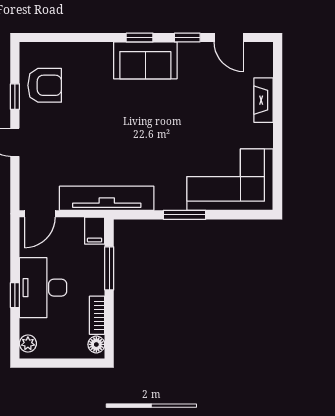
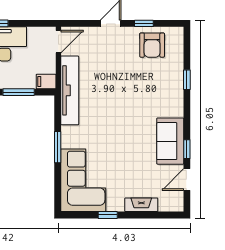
window: (140, 37) -> (187, 80), moved
sofa: (145, 60) -> (170, 141), moved
window: (278, 146) -> (108, 215), added
door: (40, 214) -> (58, 42), swing flipped

